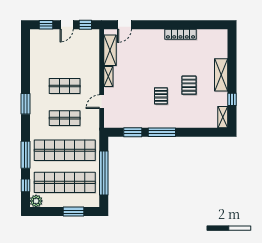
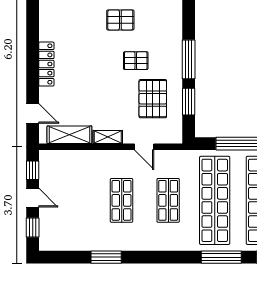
locker: (180, 34) -> (46, 64), moved
window: (26, 104) -> (106, 257), moved
pallet: (135, 108) -> (153, 99), added

